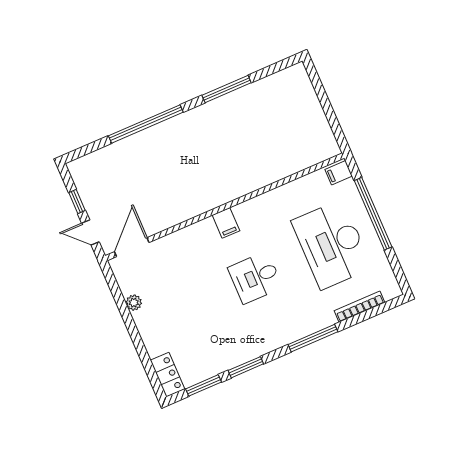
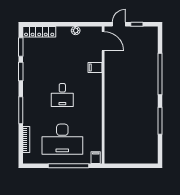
filing cabinet: (226, 223) -> (95, 67), moved
desk: (332, 244) -> (62, 139), turned 180
desk: (255, 277) -> (62, 95), turned 180
locker: (167, 375) -> (39, 32), width x1.53

